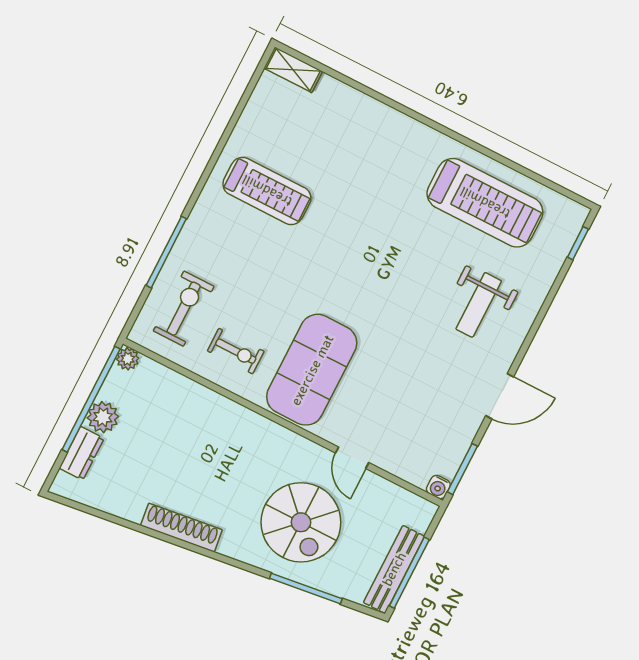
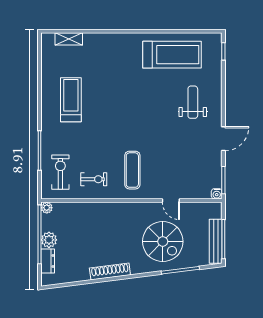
shelving: (293, 70) -> (69, 39), moved
treadmill: (267, 191) -> (71, 100), turned -90
weight bench: (479, 305) -> (193, 102), turned 180
exercise mat: (312, 370) -> (132, 170), width x0.50, depth x0.69

